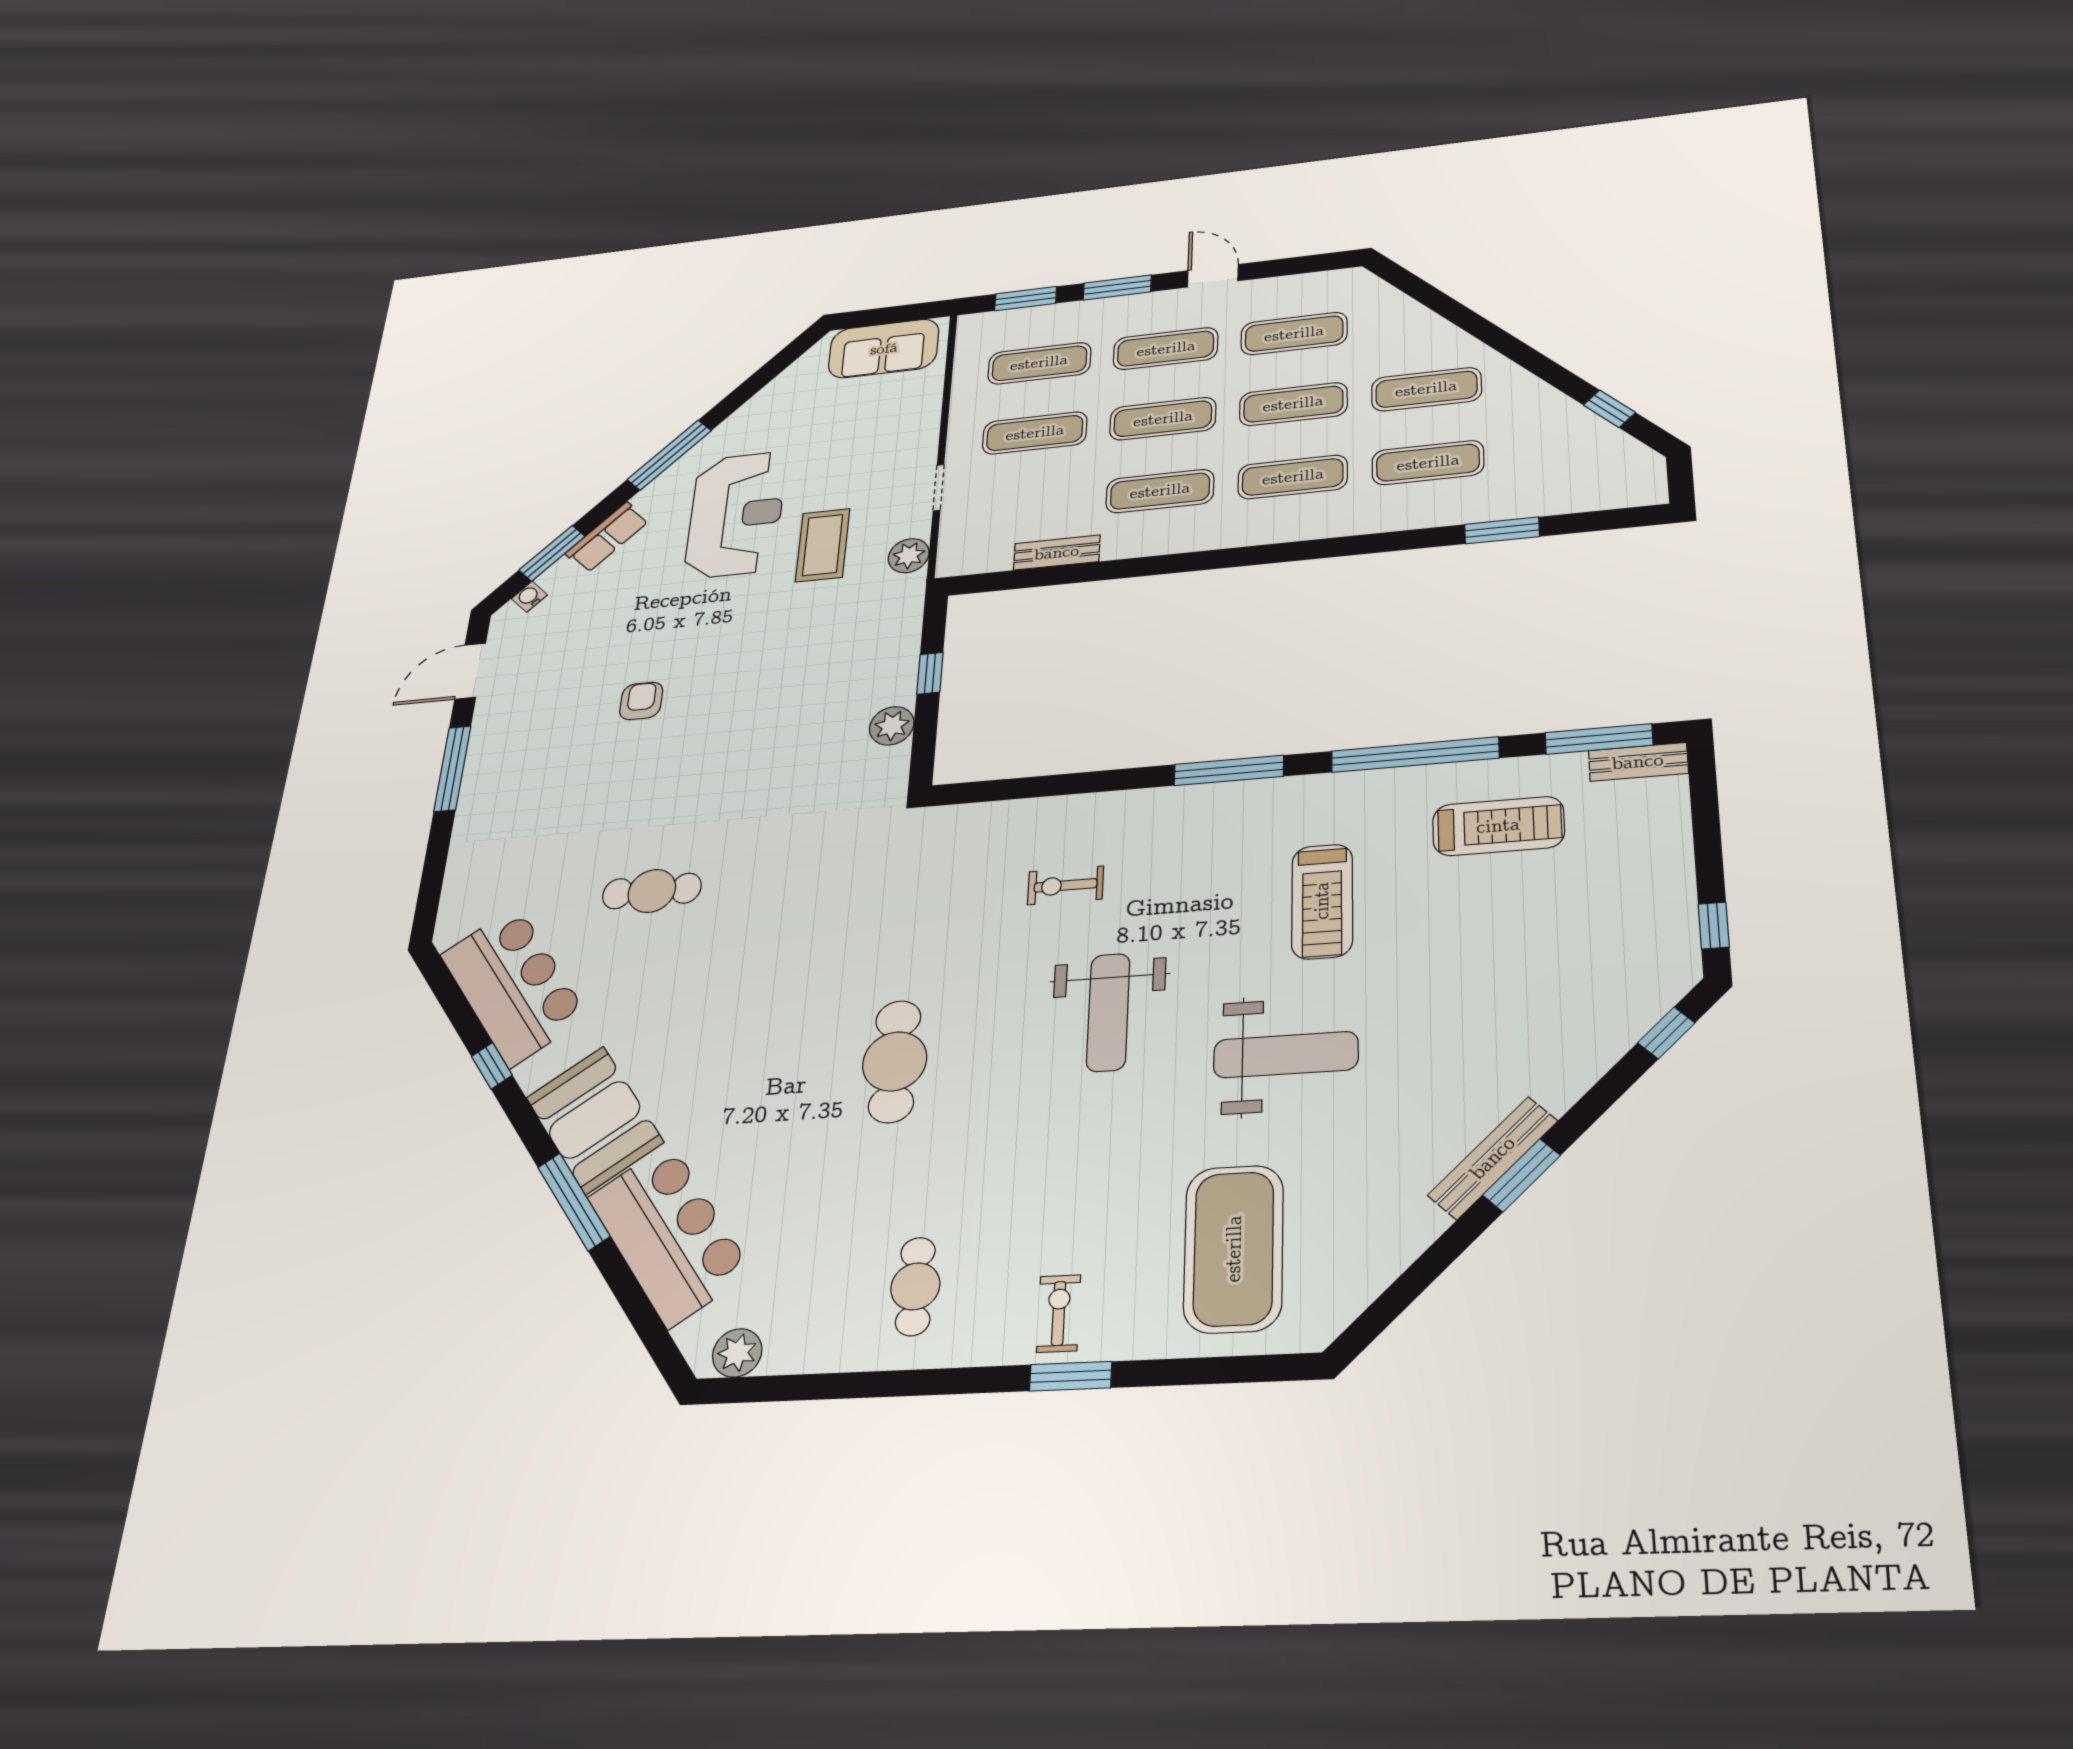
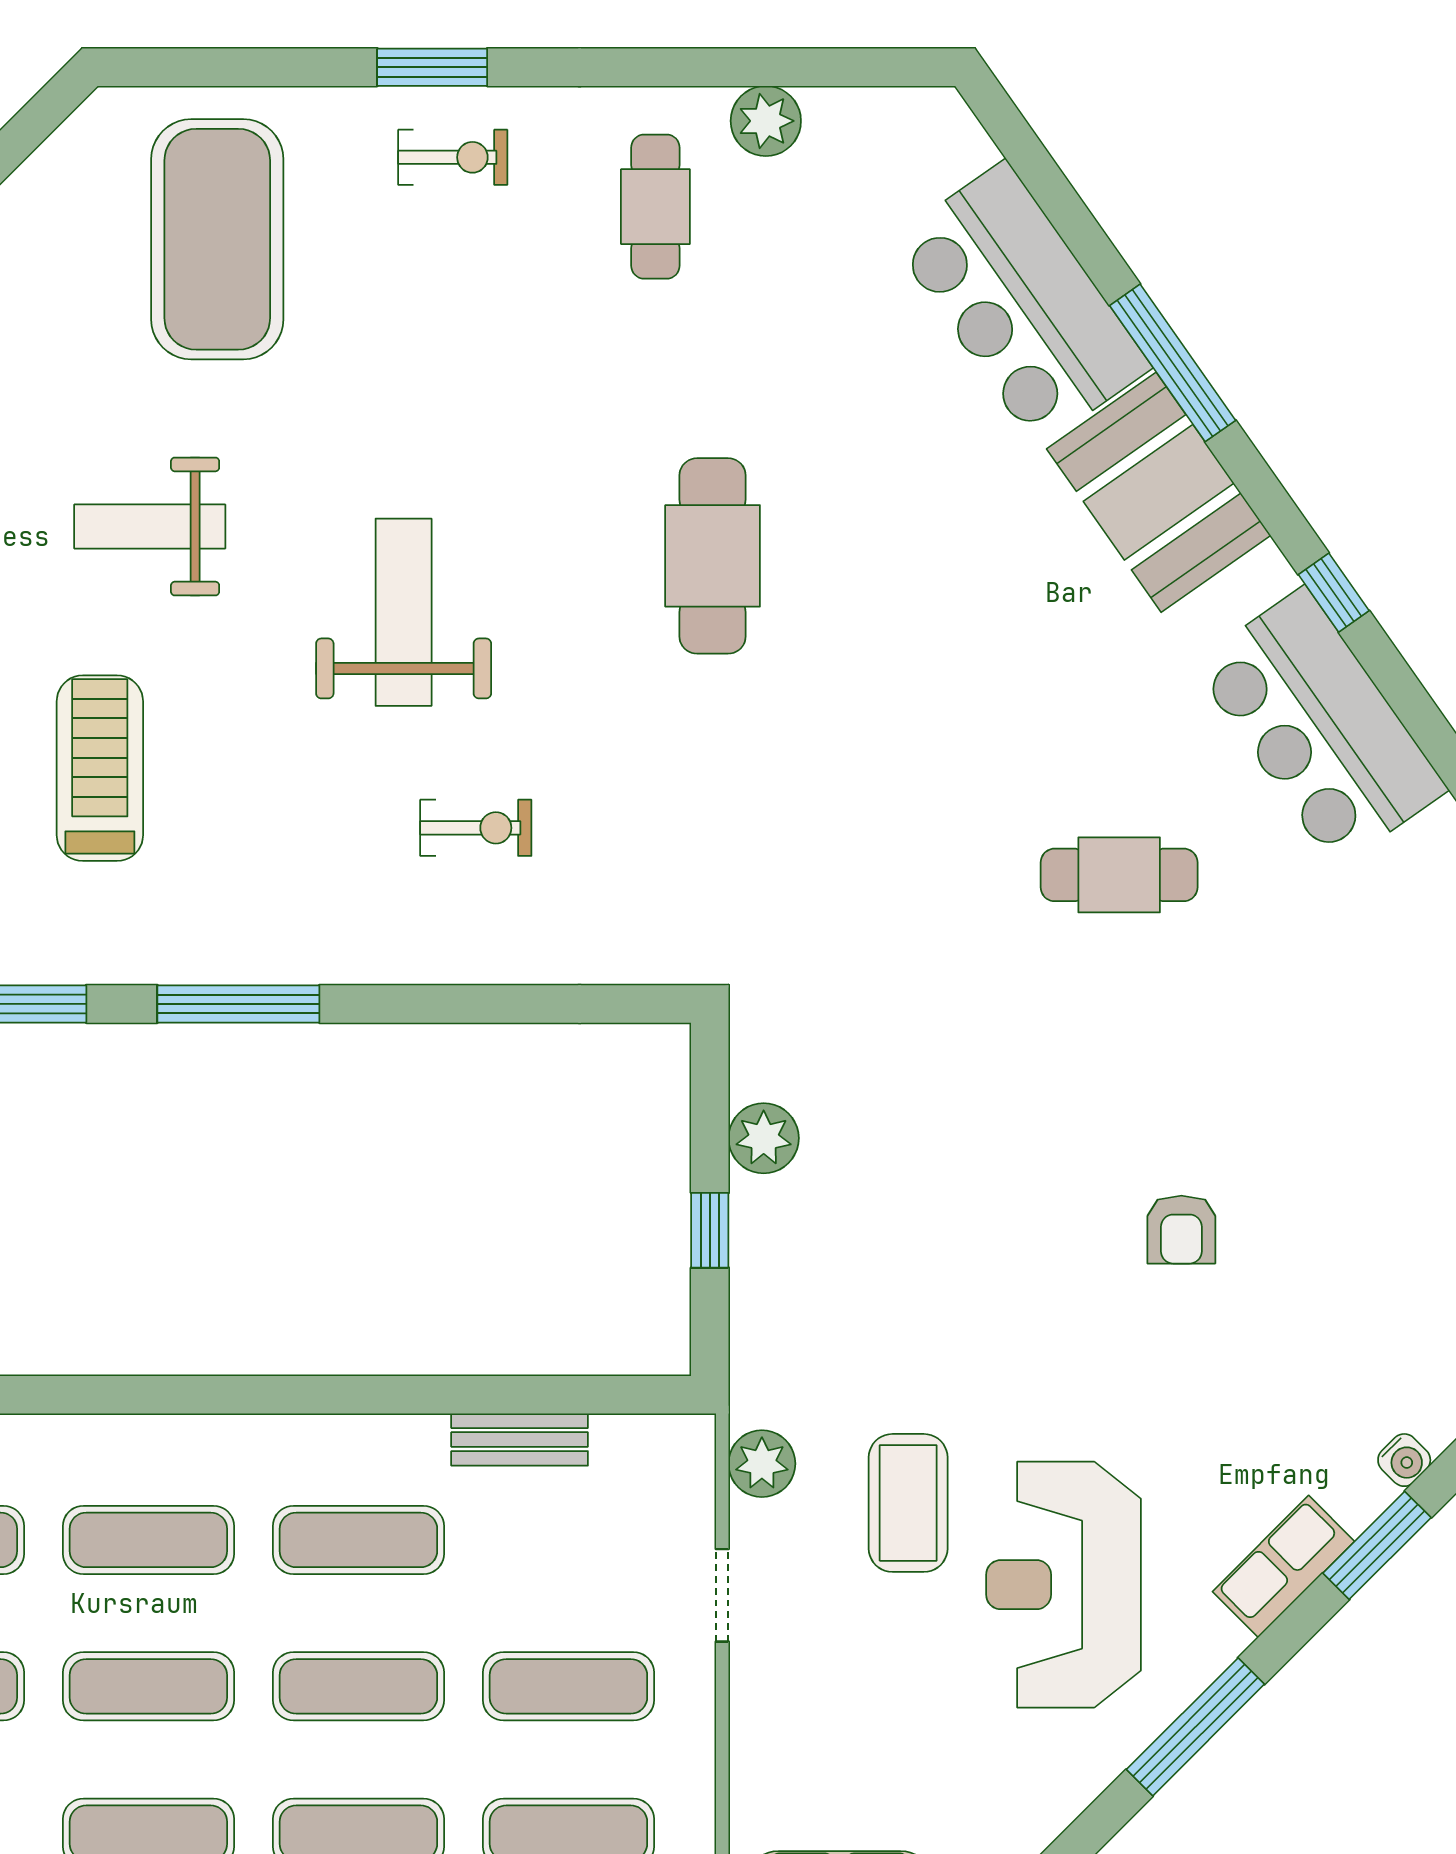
weight bench: (1286, 1055) -> (150, 527), width x0.73, depth x0.75
exercise bike: (1059, 1313) -> (453, 157), turned -90
plant: (737, 1353) -> (766, 121), moved

